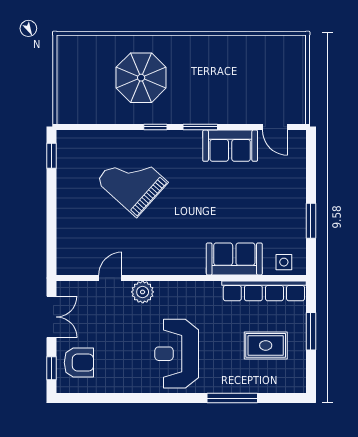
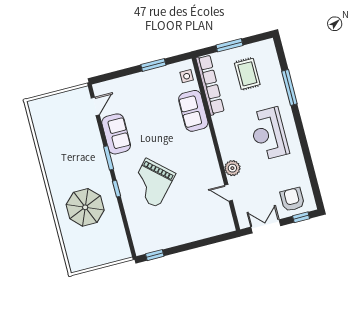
grand piano: (132, 182) -> (152, 183), moved
reception desk: (177, 354) -> (269, 134), turned 90

